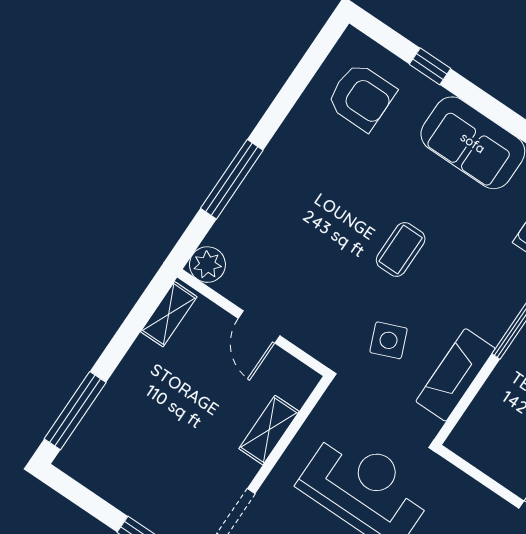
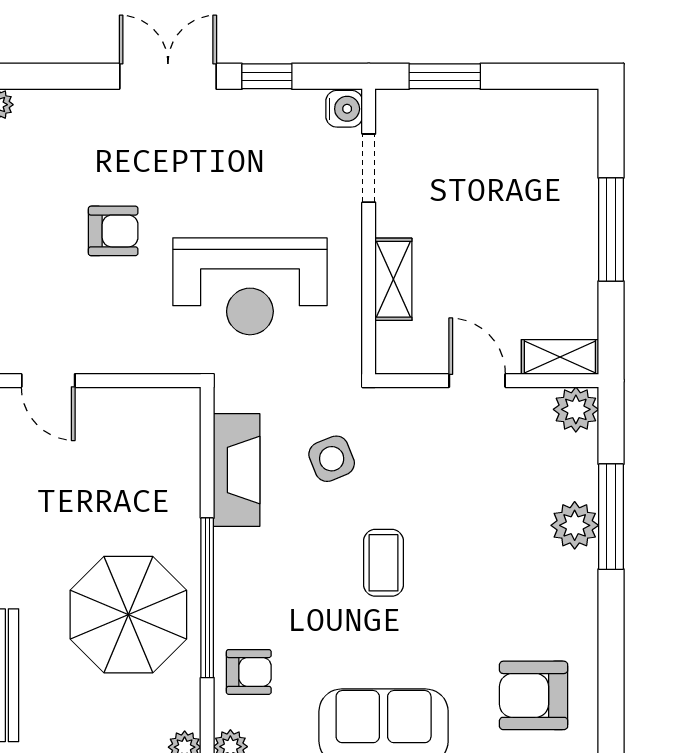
plant: (259, 189) -> (575, 525), added
shelving: (169, 314) -> (560, 357), moved, turned 90
window: (75, 411) -> (611, 229), moved

